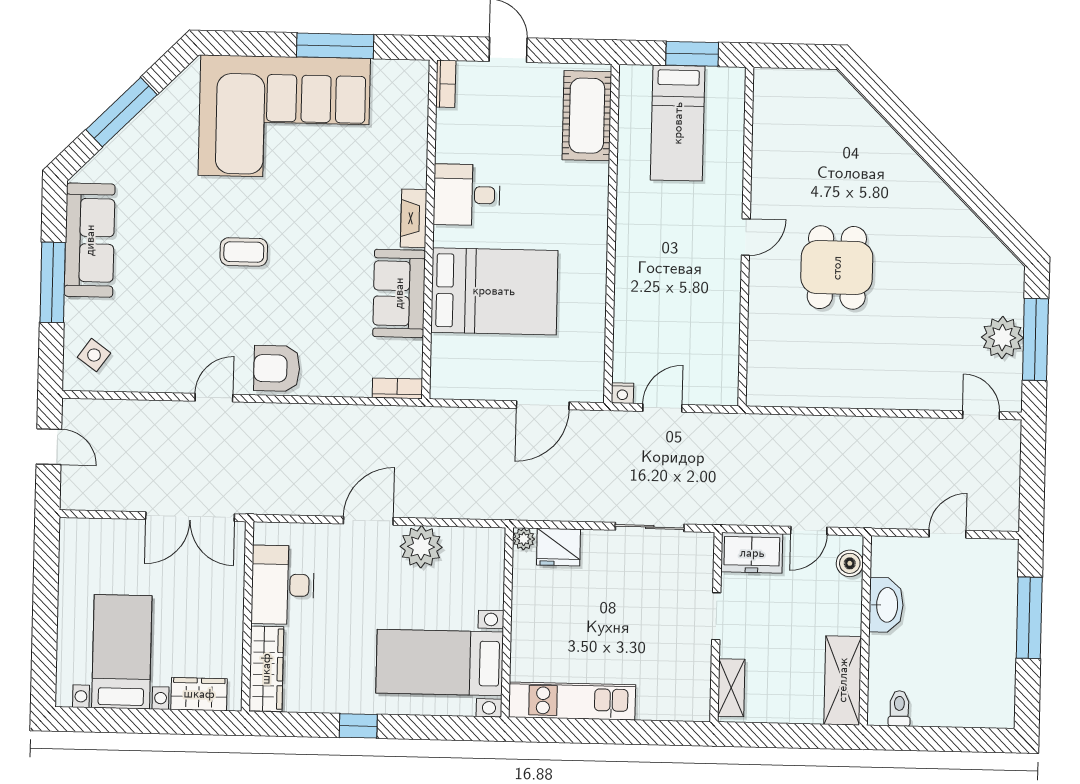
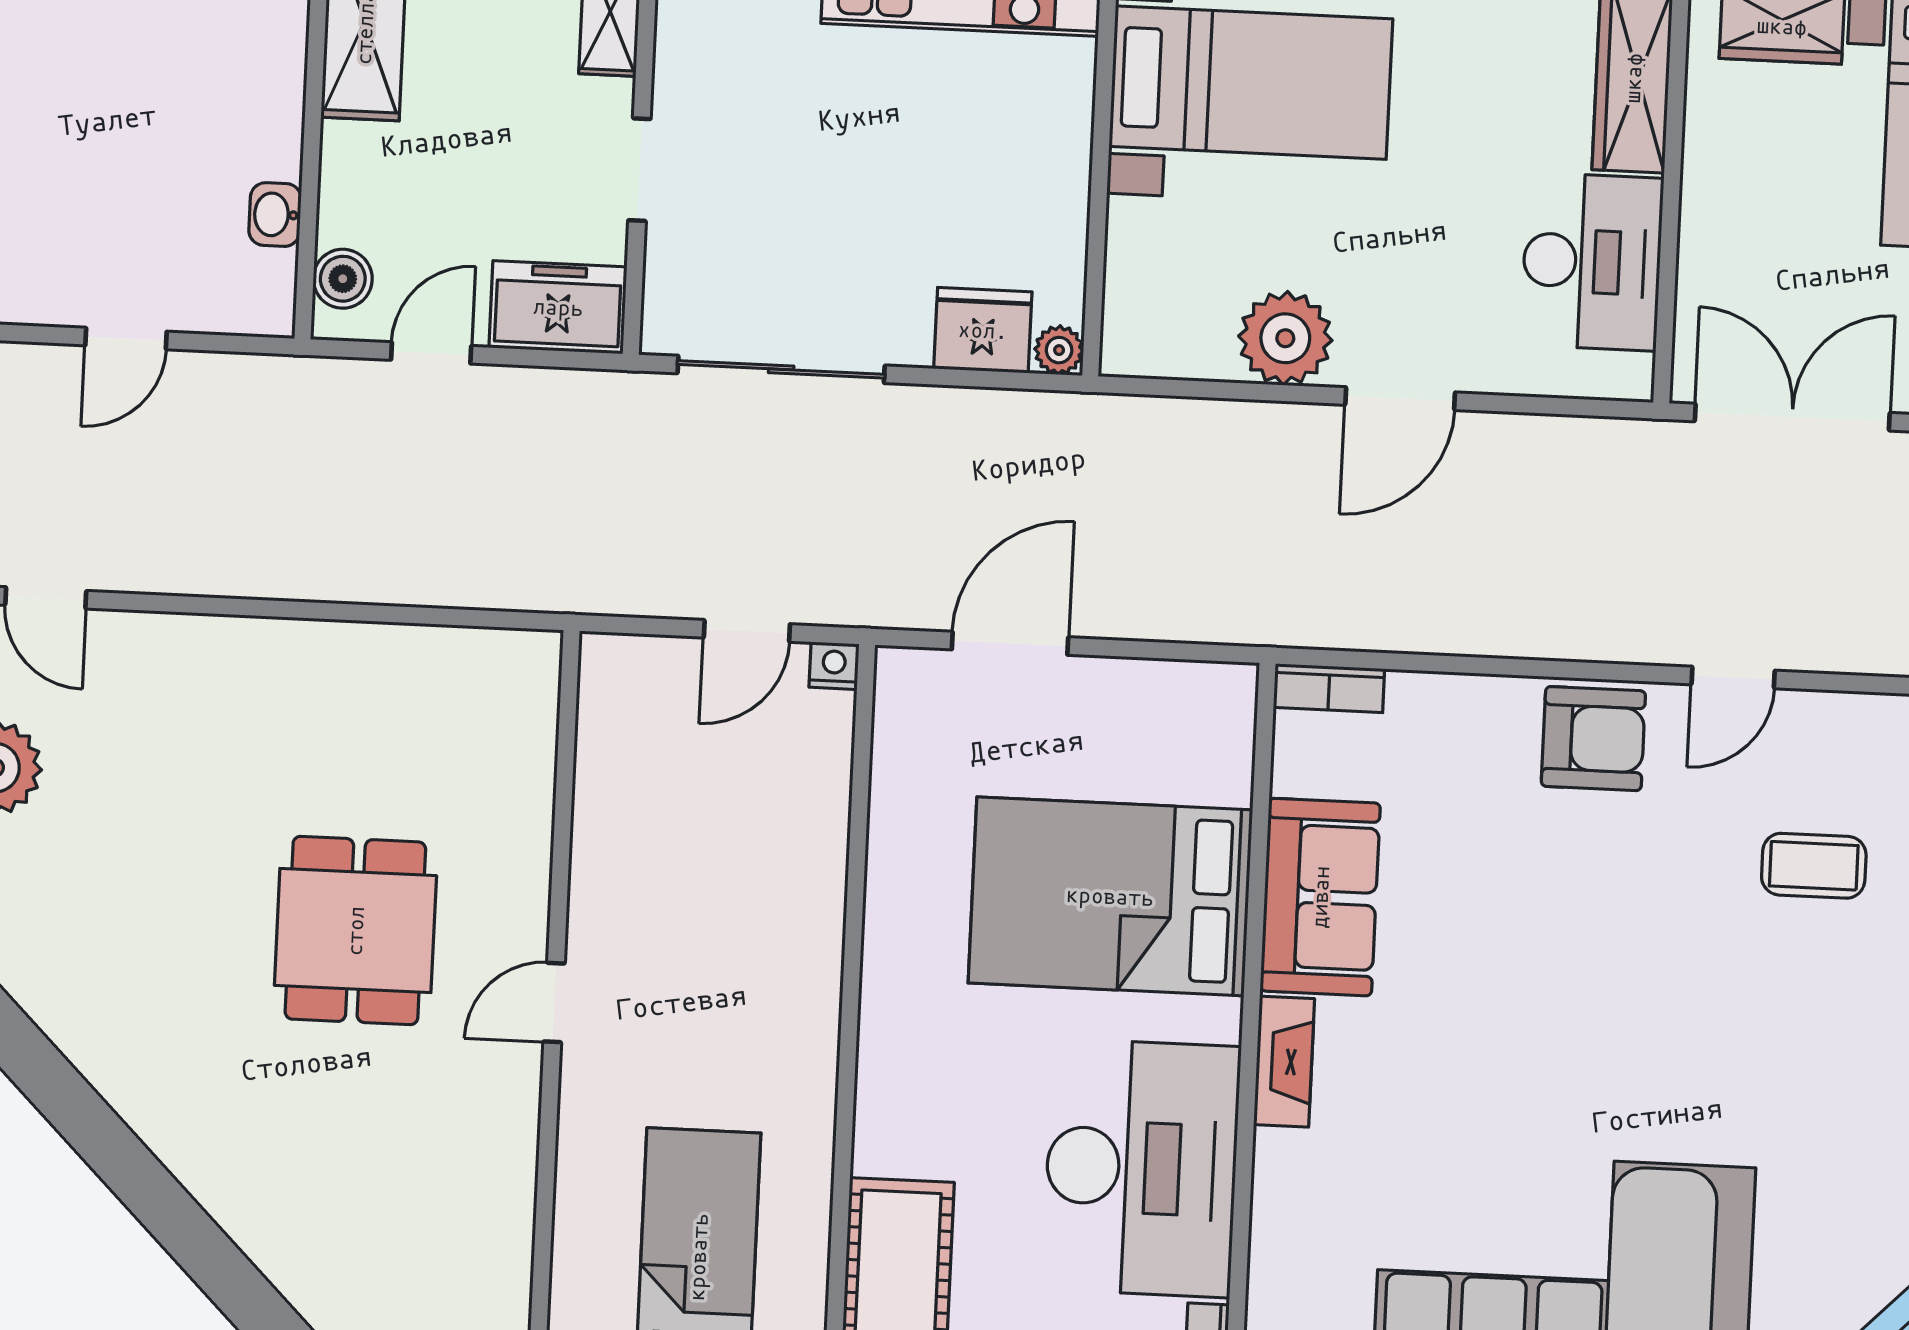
desk: (467, 195) -> (1141, 1168), width x1.87, depth x1.30
coffee table: (244, 252) -> (1814, 866), moved
sliding door: (650, 527) -> (781, 369), width x1.37
washbasin: (886, 605) -> (275, 215), width x0.52, depth x0.69

